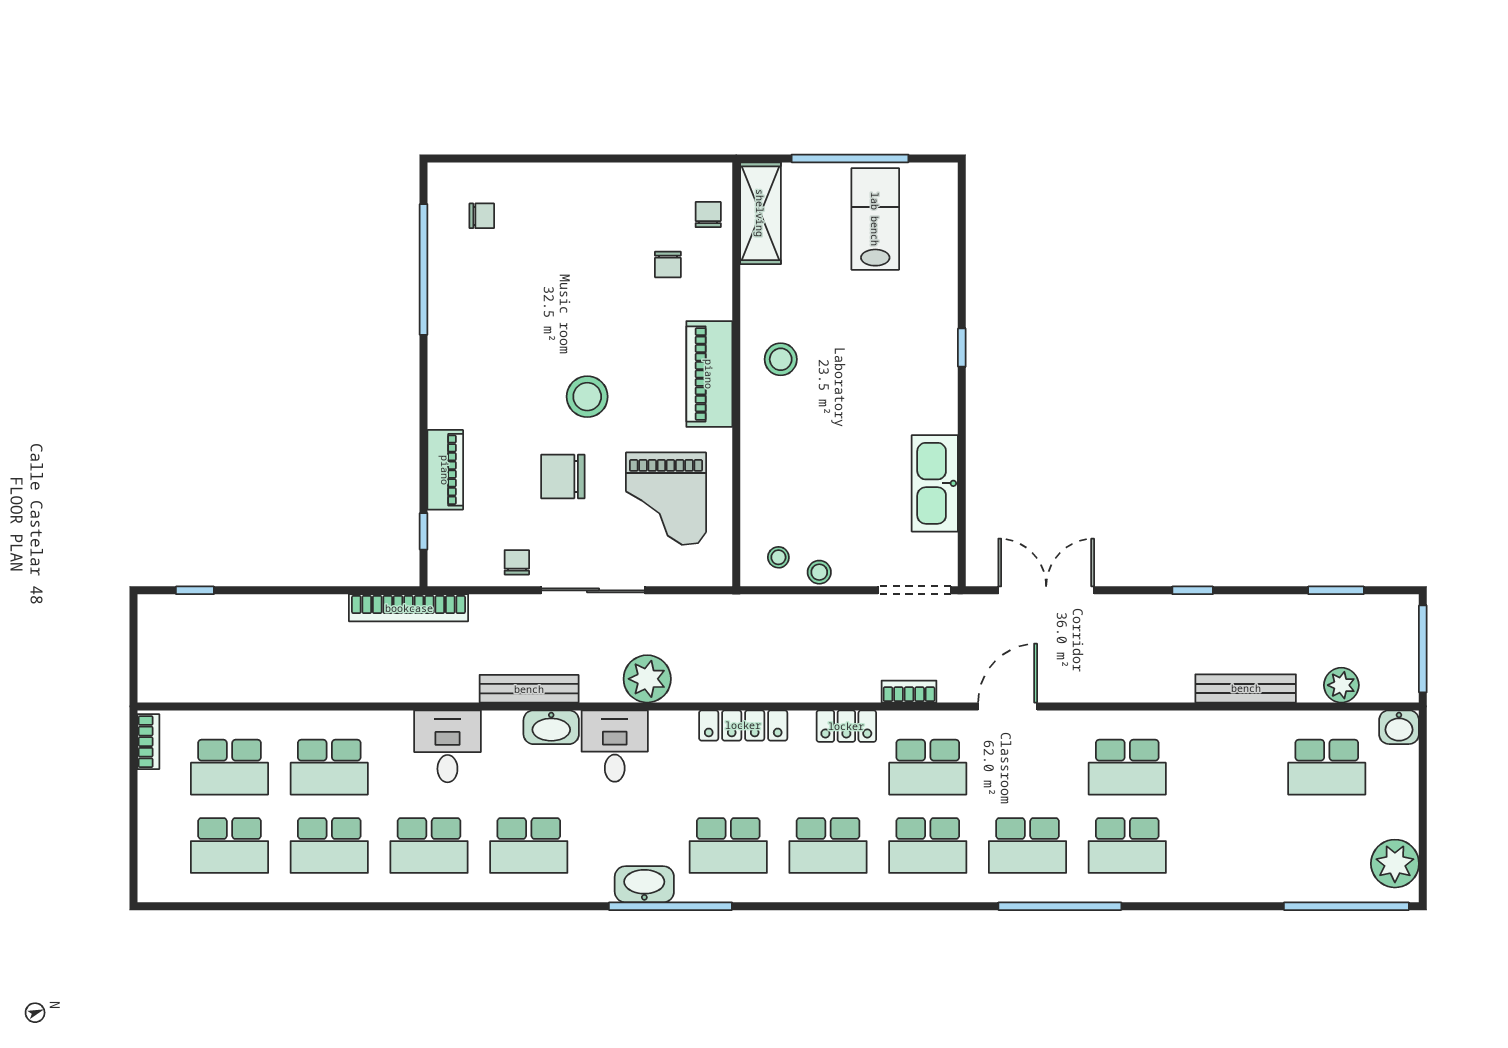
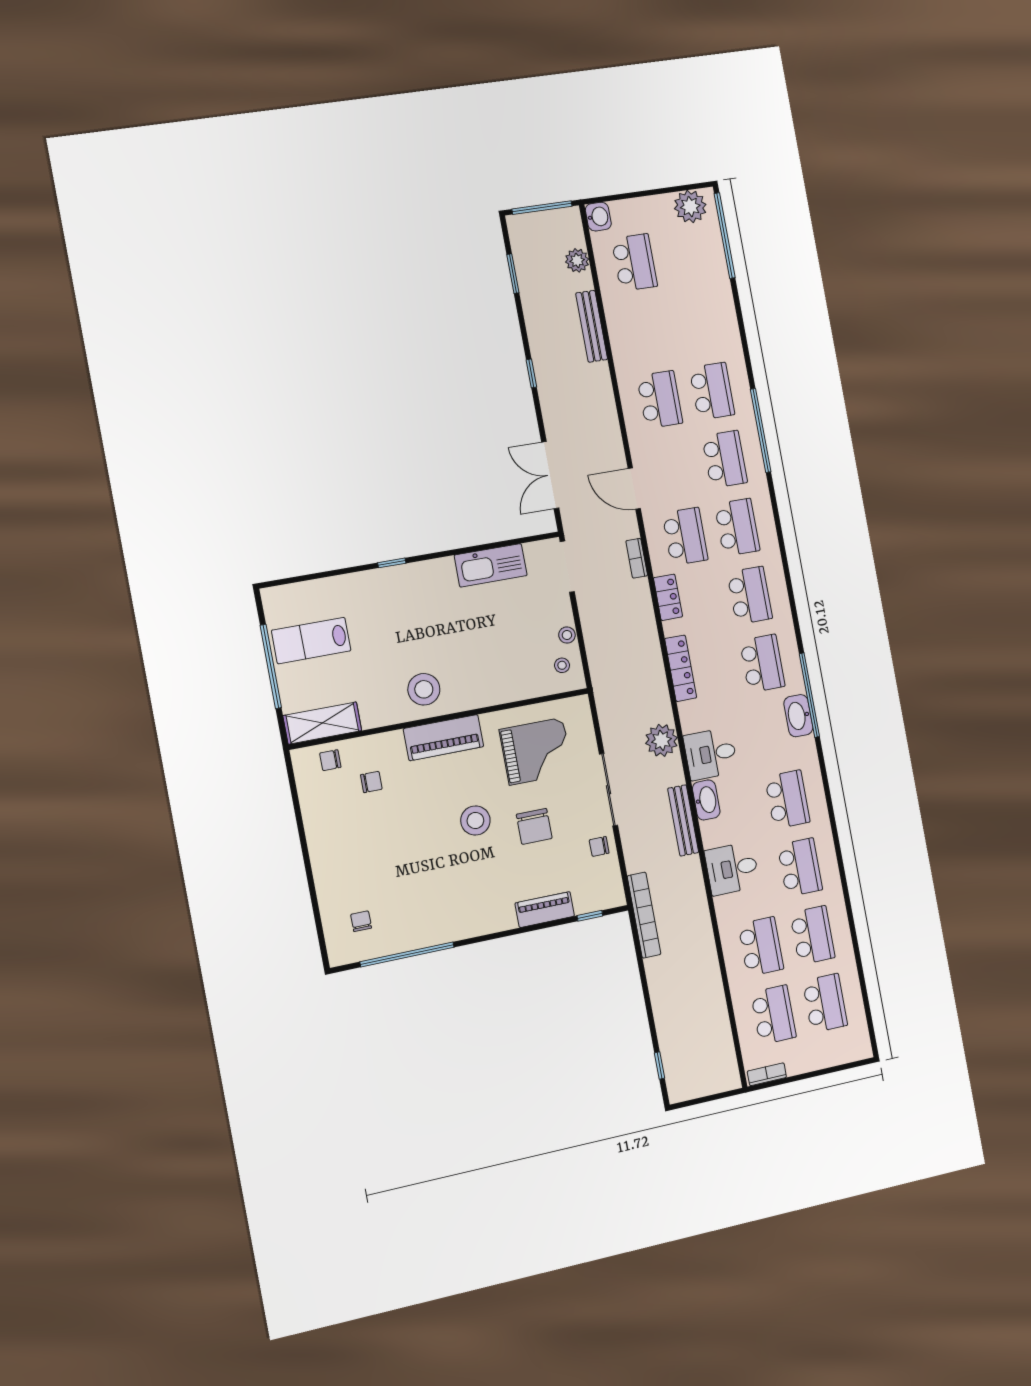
stool: (781, 359) -> (424, 689), width x1.38, depth x1.38

